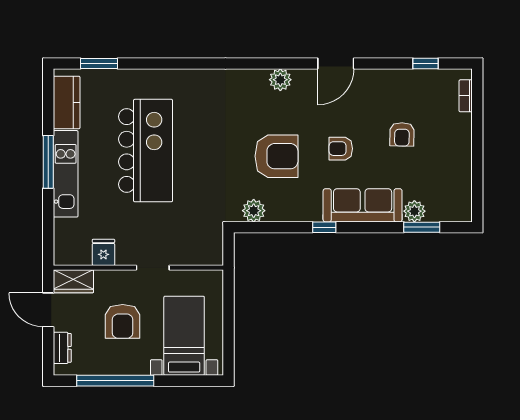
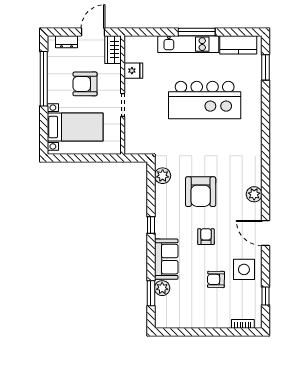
side table: (388, 94) -> (244, 269), added
sofa: (363, 205) -> (166, 259), width x0.73

